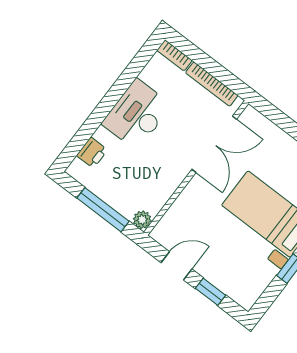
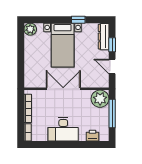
double door: (214, 144) -> (63, 89), moved
plant: (142, 220) -> (100, 99), width x1.88, depth x1.88
dresser: (233, 288) -> (104, 37), added

